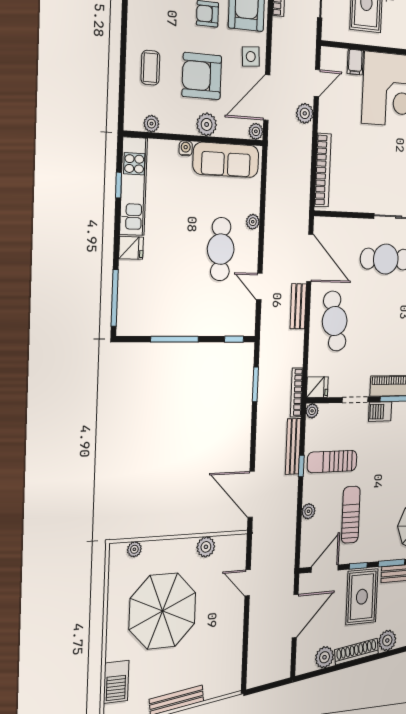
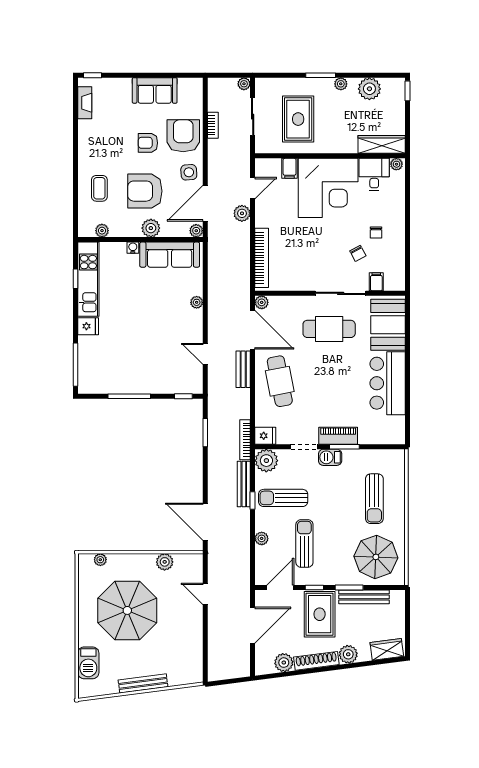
plant: (320, 225) -> (262, 302), added
cafe table: (221, 249) -> (168, 325), removed
plant: (312, 411) -> (266, 461), width x1.88, depth x1.88

